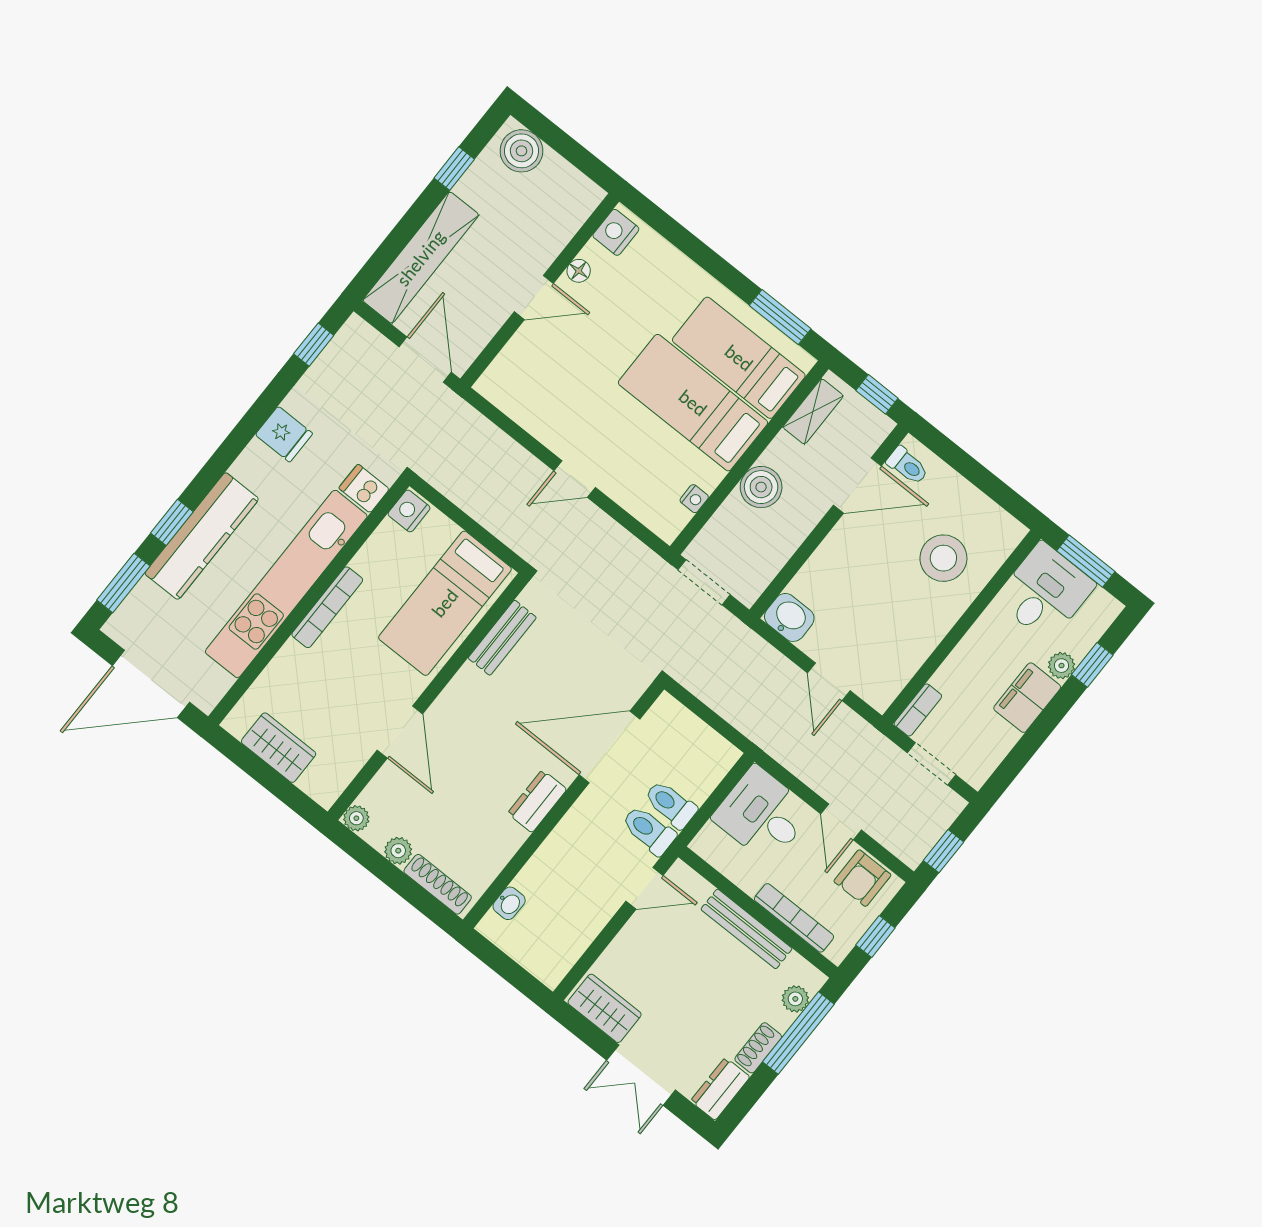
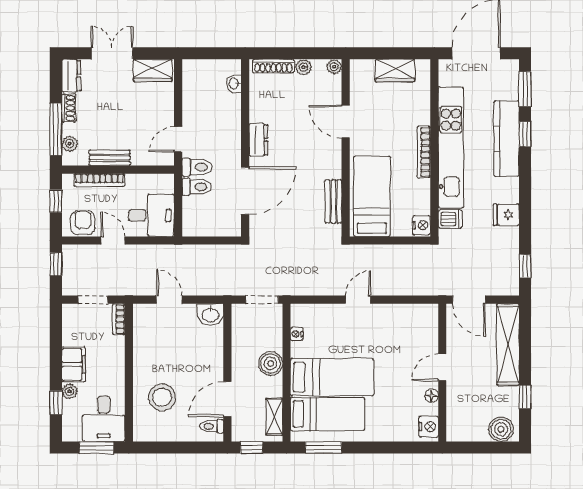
bench: (747, 929) -> (110, 158), width x0.73

